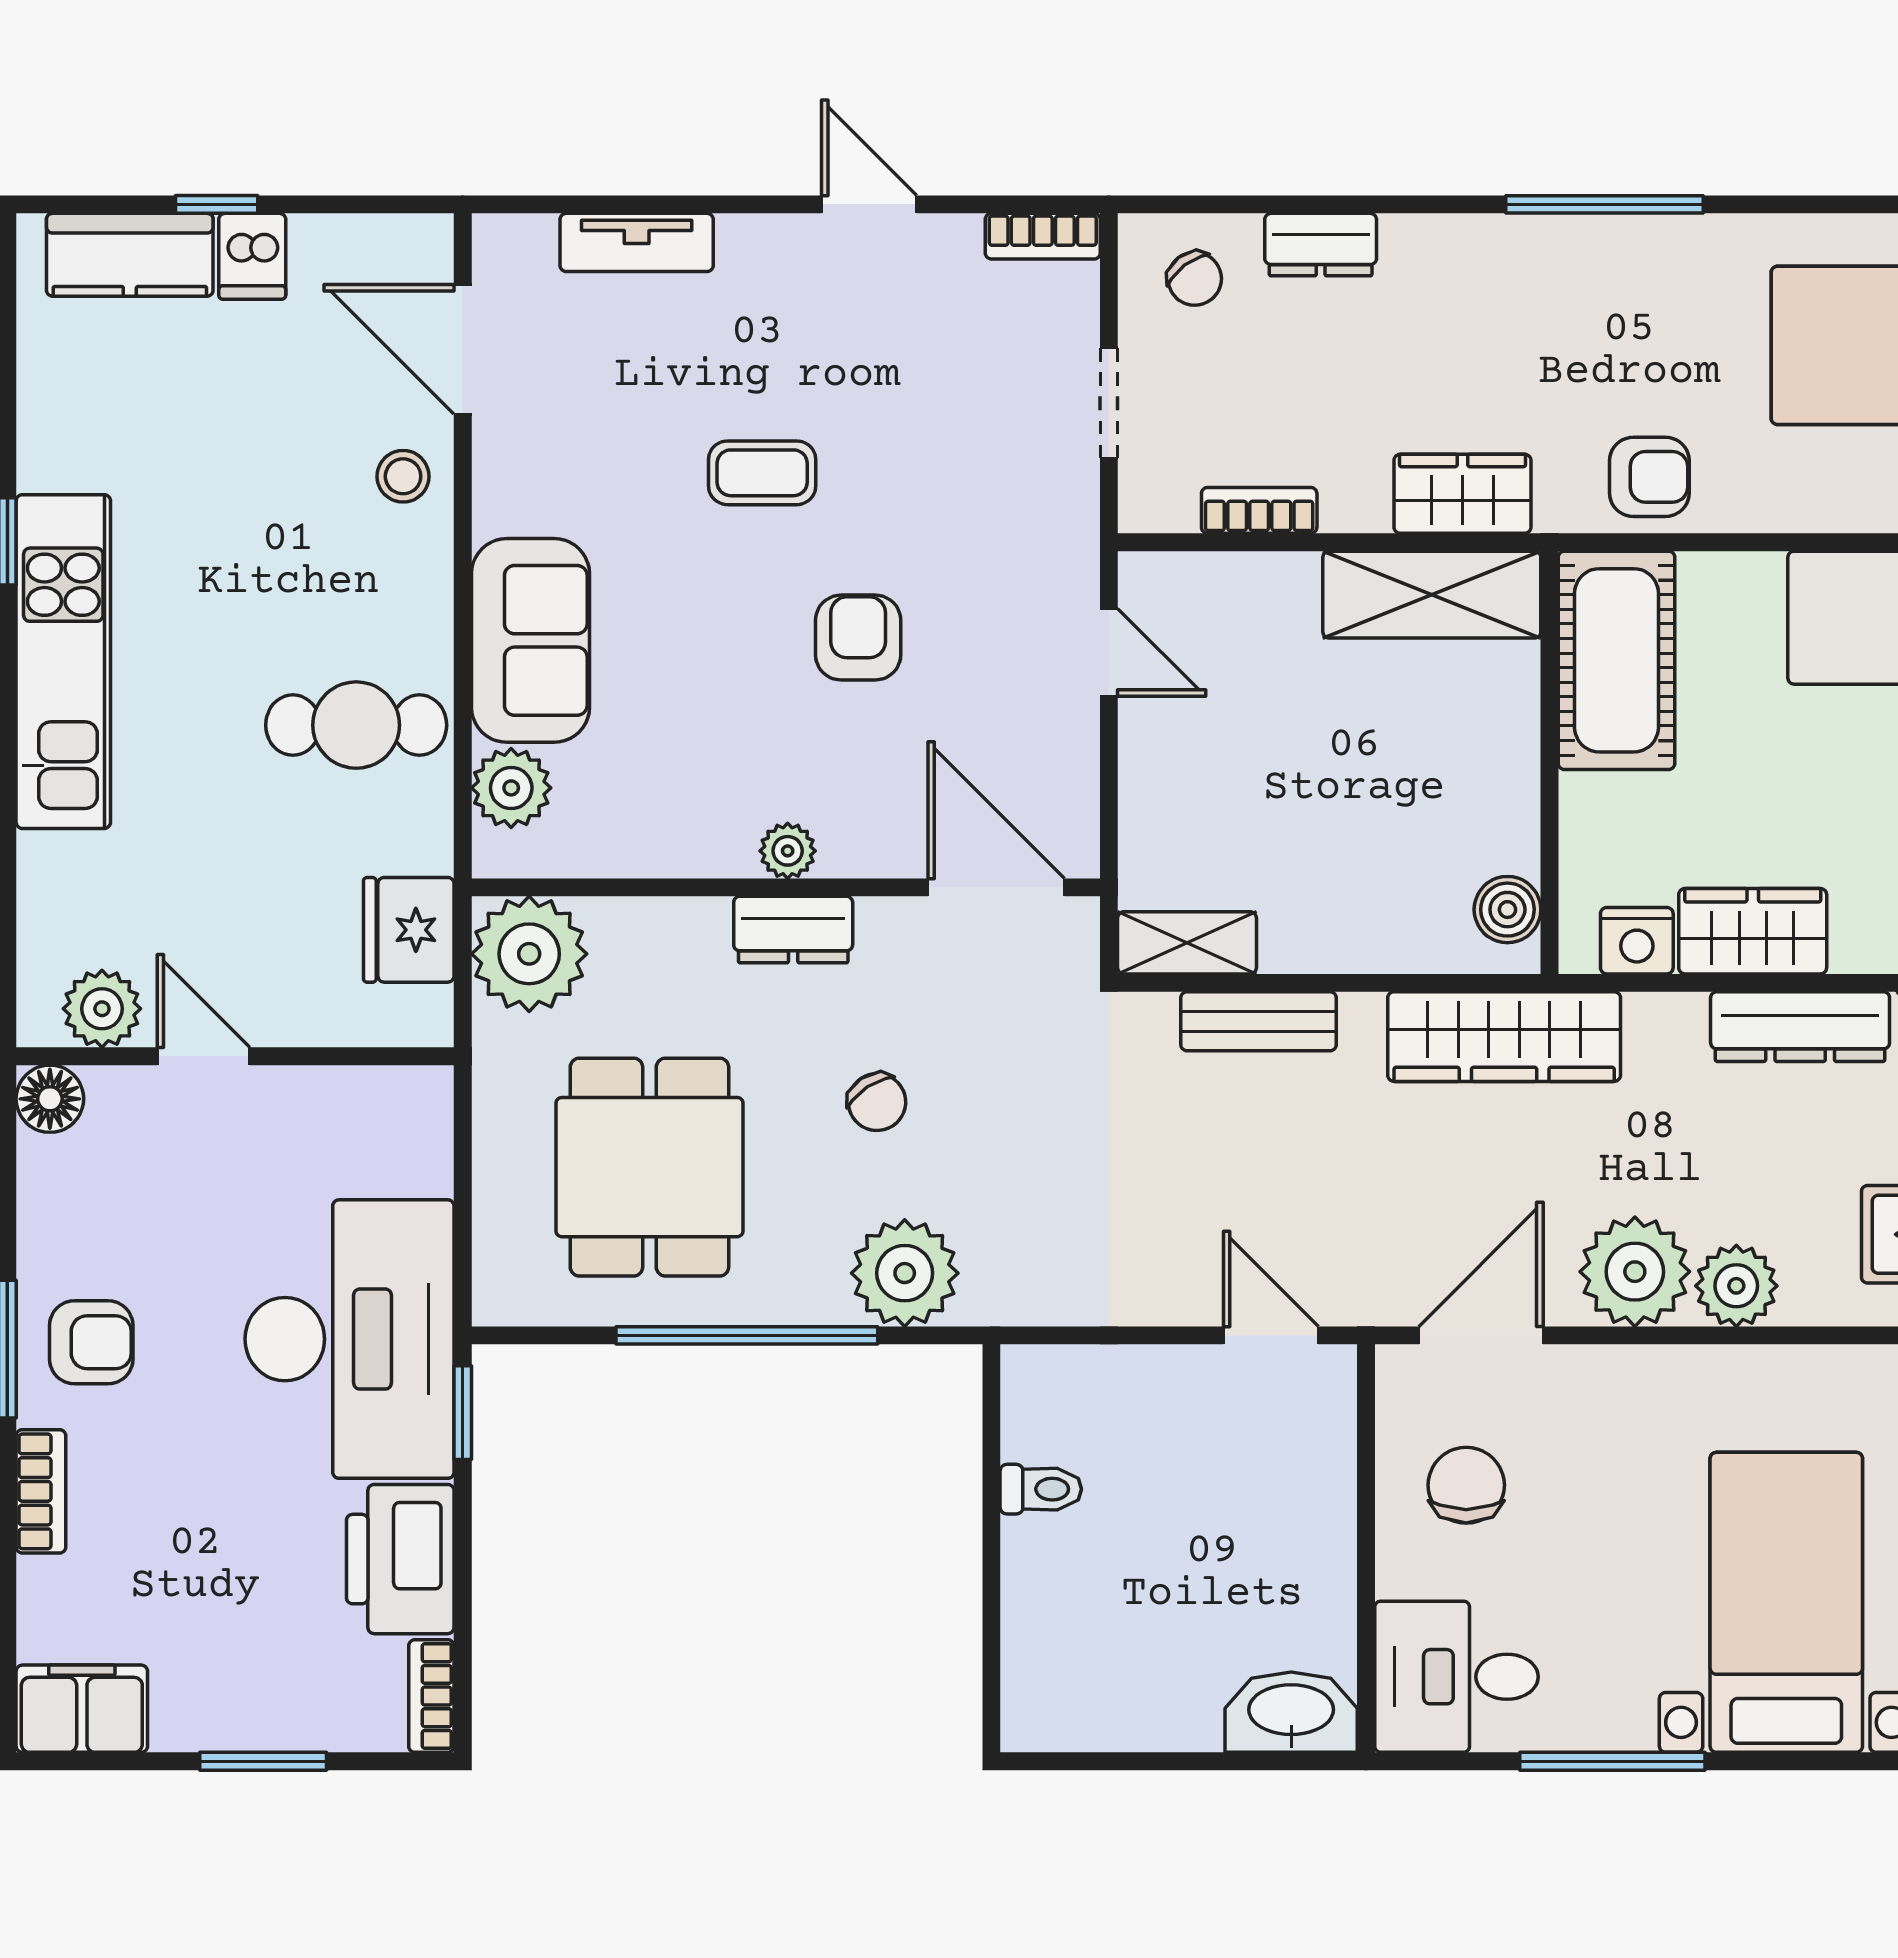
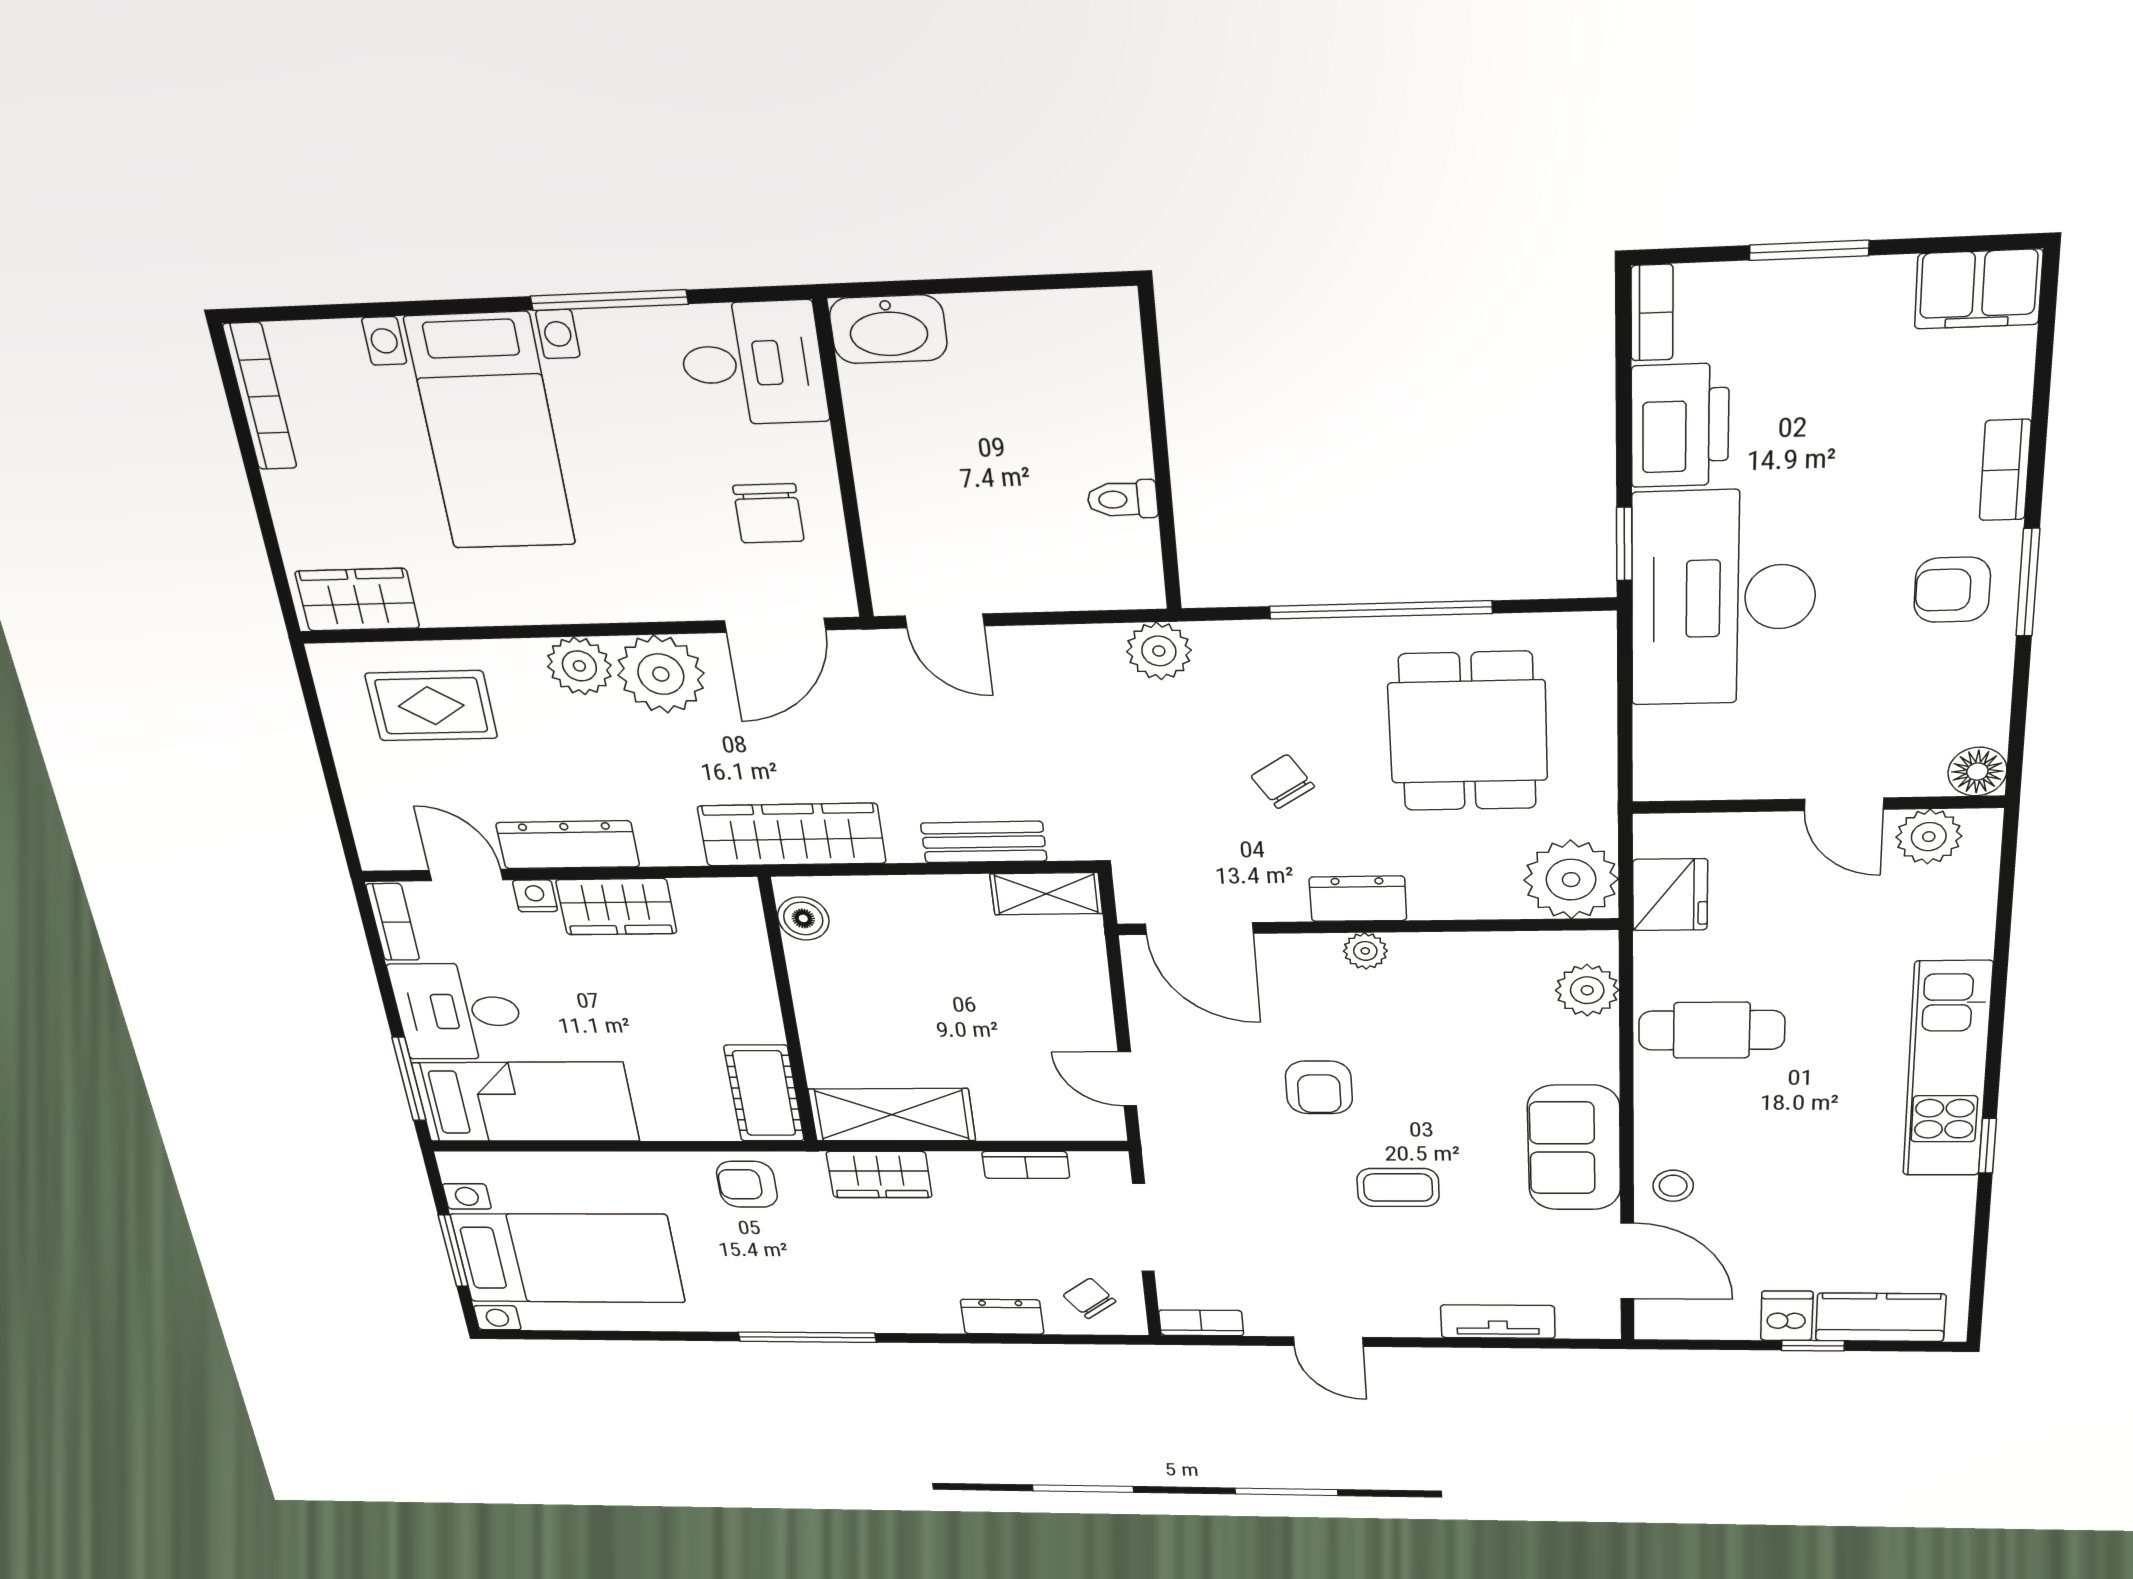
doorway: (1109, 403) -> (1143, 1228), width x1.38
sofa: (530, 640) -> (1574, 1148), moved
cot: (1617, 660) -> (764, 1093), width x0.73, depth x0.75
nightstand: (1637, 941) -> (535, 896), moved, width x0.72, depth x0.74
plant: (905, 1273) -> (1159, 651), moved, width x0.73, depth x0.73

